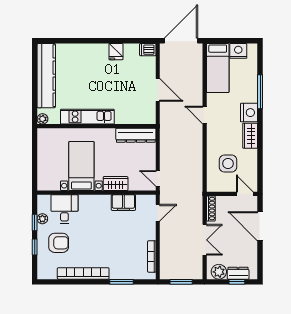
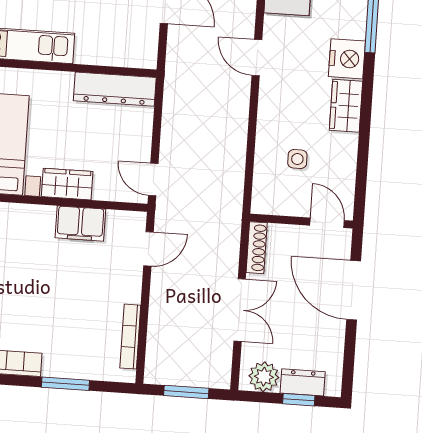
side table: (228, 164) -> (297, 159), width x0.54, depth x0.54

